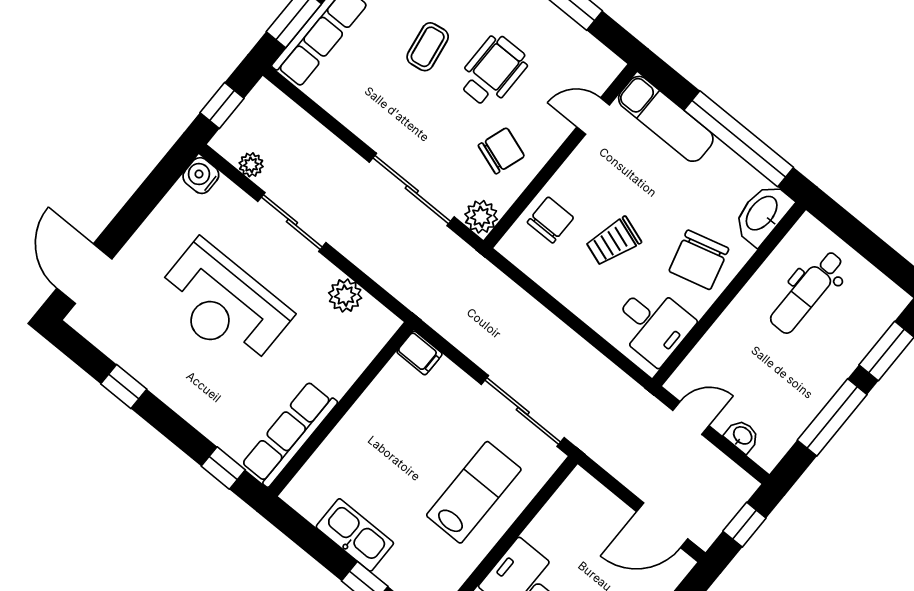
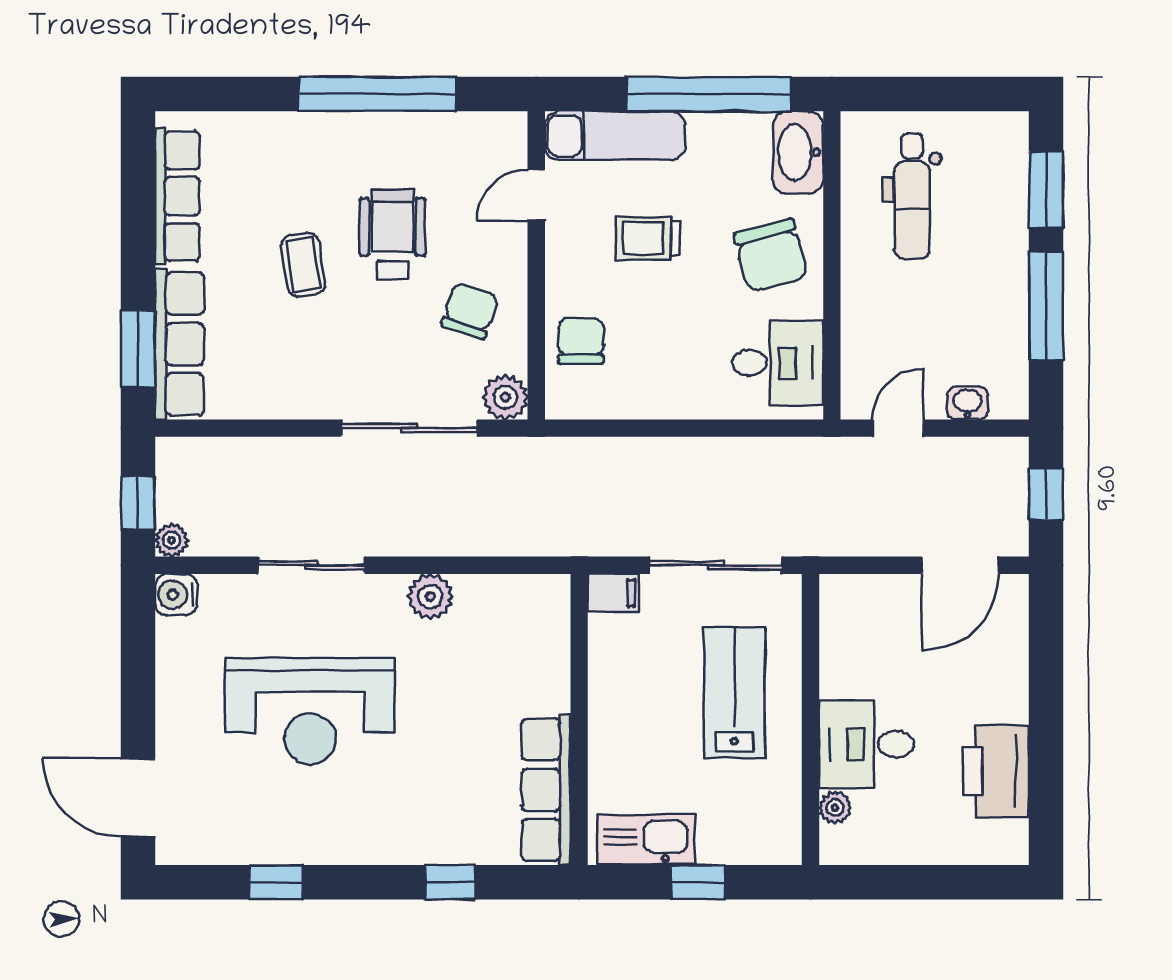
plant: (251, 165) -> (172, 540), moved
trolley: (613, 241) -> (647, 238), moved, turned 71
filing cabinet: (419, 353) -> (613, 593), moved
wall: (341, 409) -> (579, 719), moved
row of seats: (289, 434) -> (546, 790), moved

